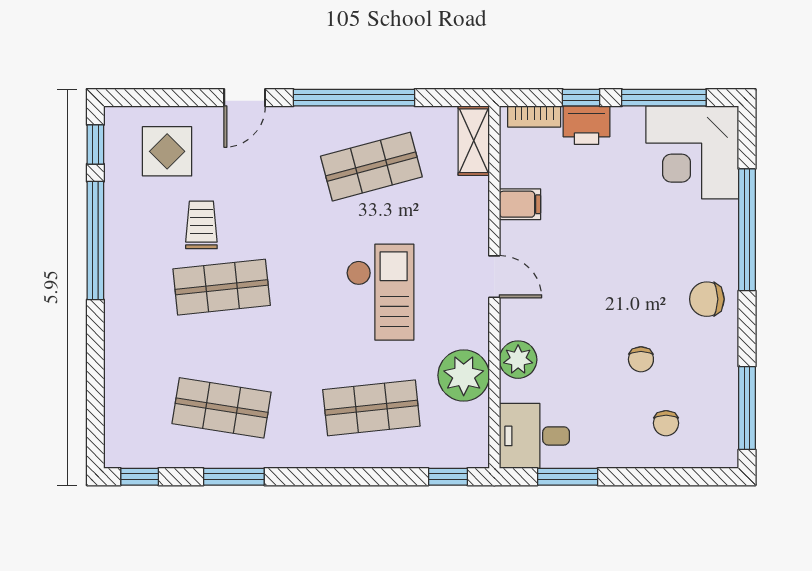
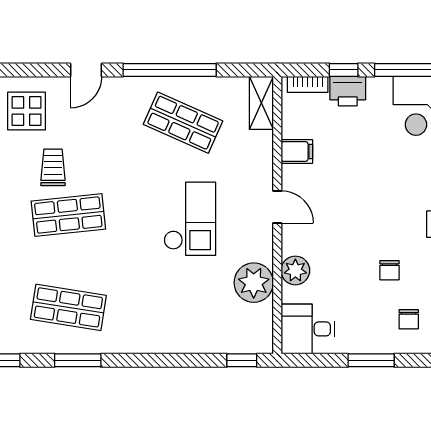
shop shelf: (371, 167) -> (183, 123), turned 39
shop shelf: (371, 408) -> (183, 307), removed
window: (568, 477) -> (371, 360), moved

